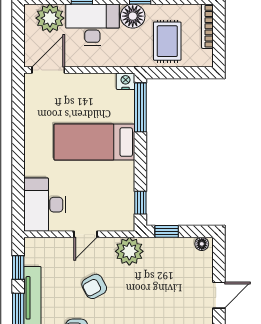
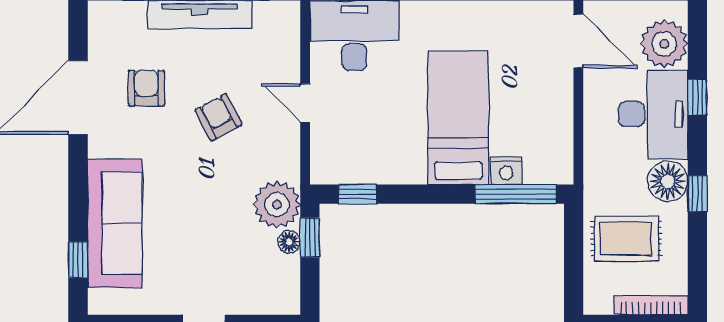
nightstand: (126, 81) -> (506, 171), moved, turned 90
floor lamp: (202, 244) -> (289, 242), moved
plant: (129, 251) -> (277, 205), moved

